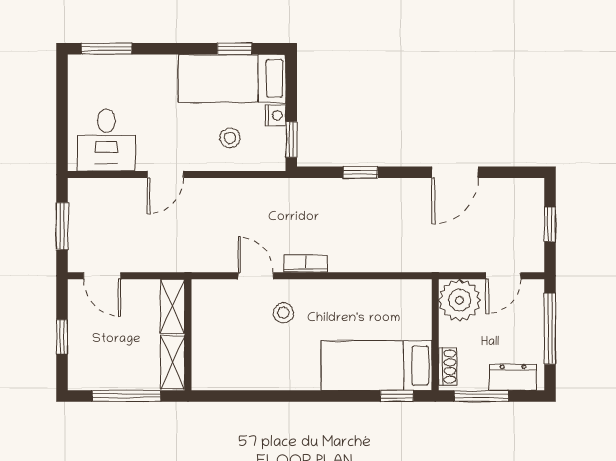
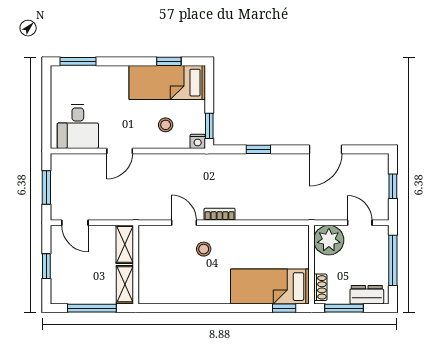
nightstand: (276, 115) -> (198, 141), moved, turned 90
door: (503, 276) -> (360, 223), swing flipped

